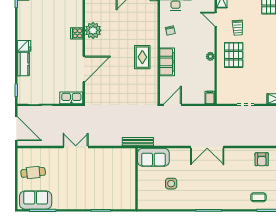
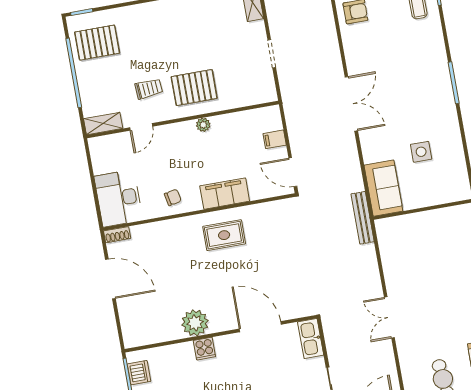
filing cabinet: (210, 97) -> (275, 139), moved

